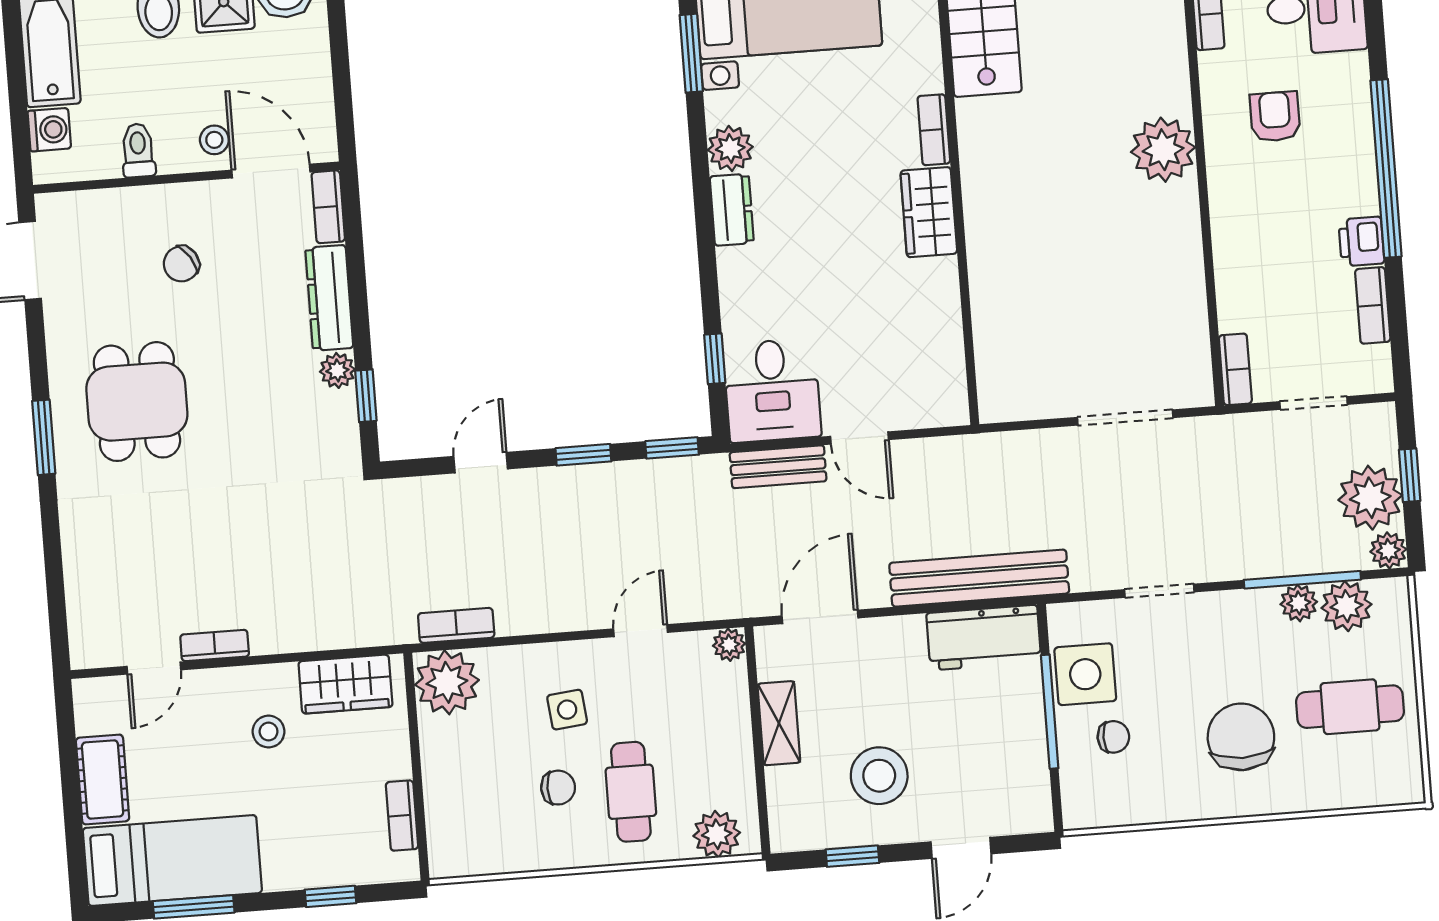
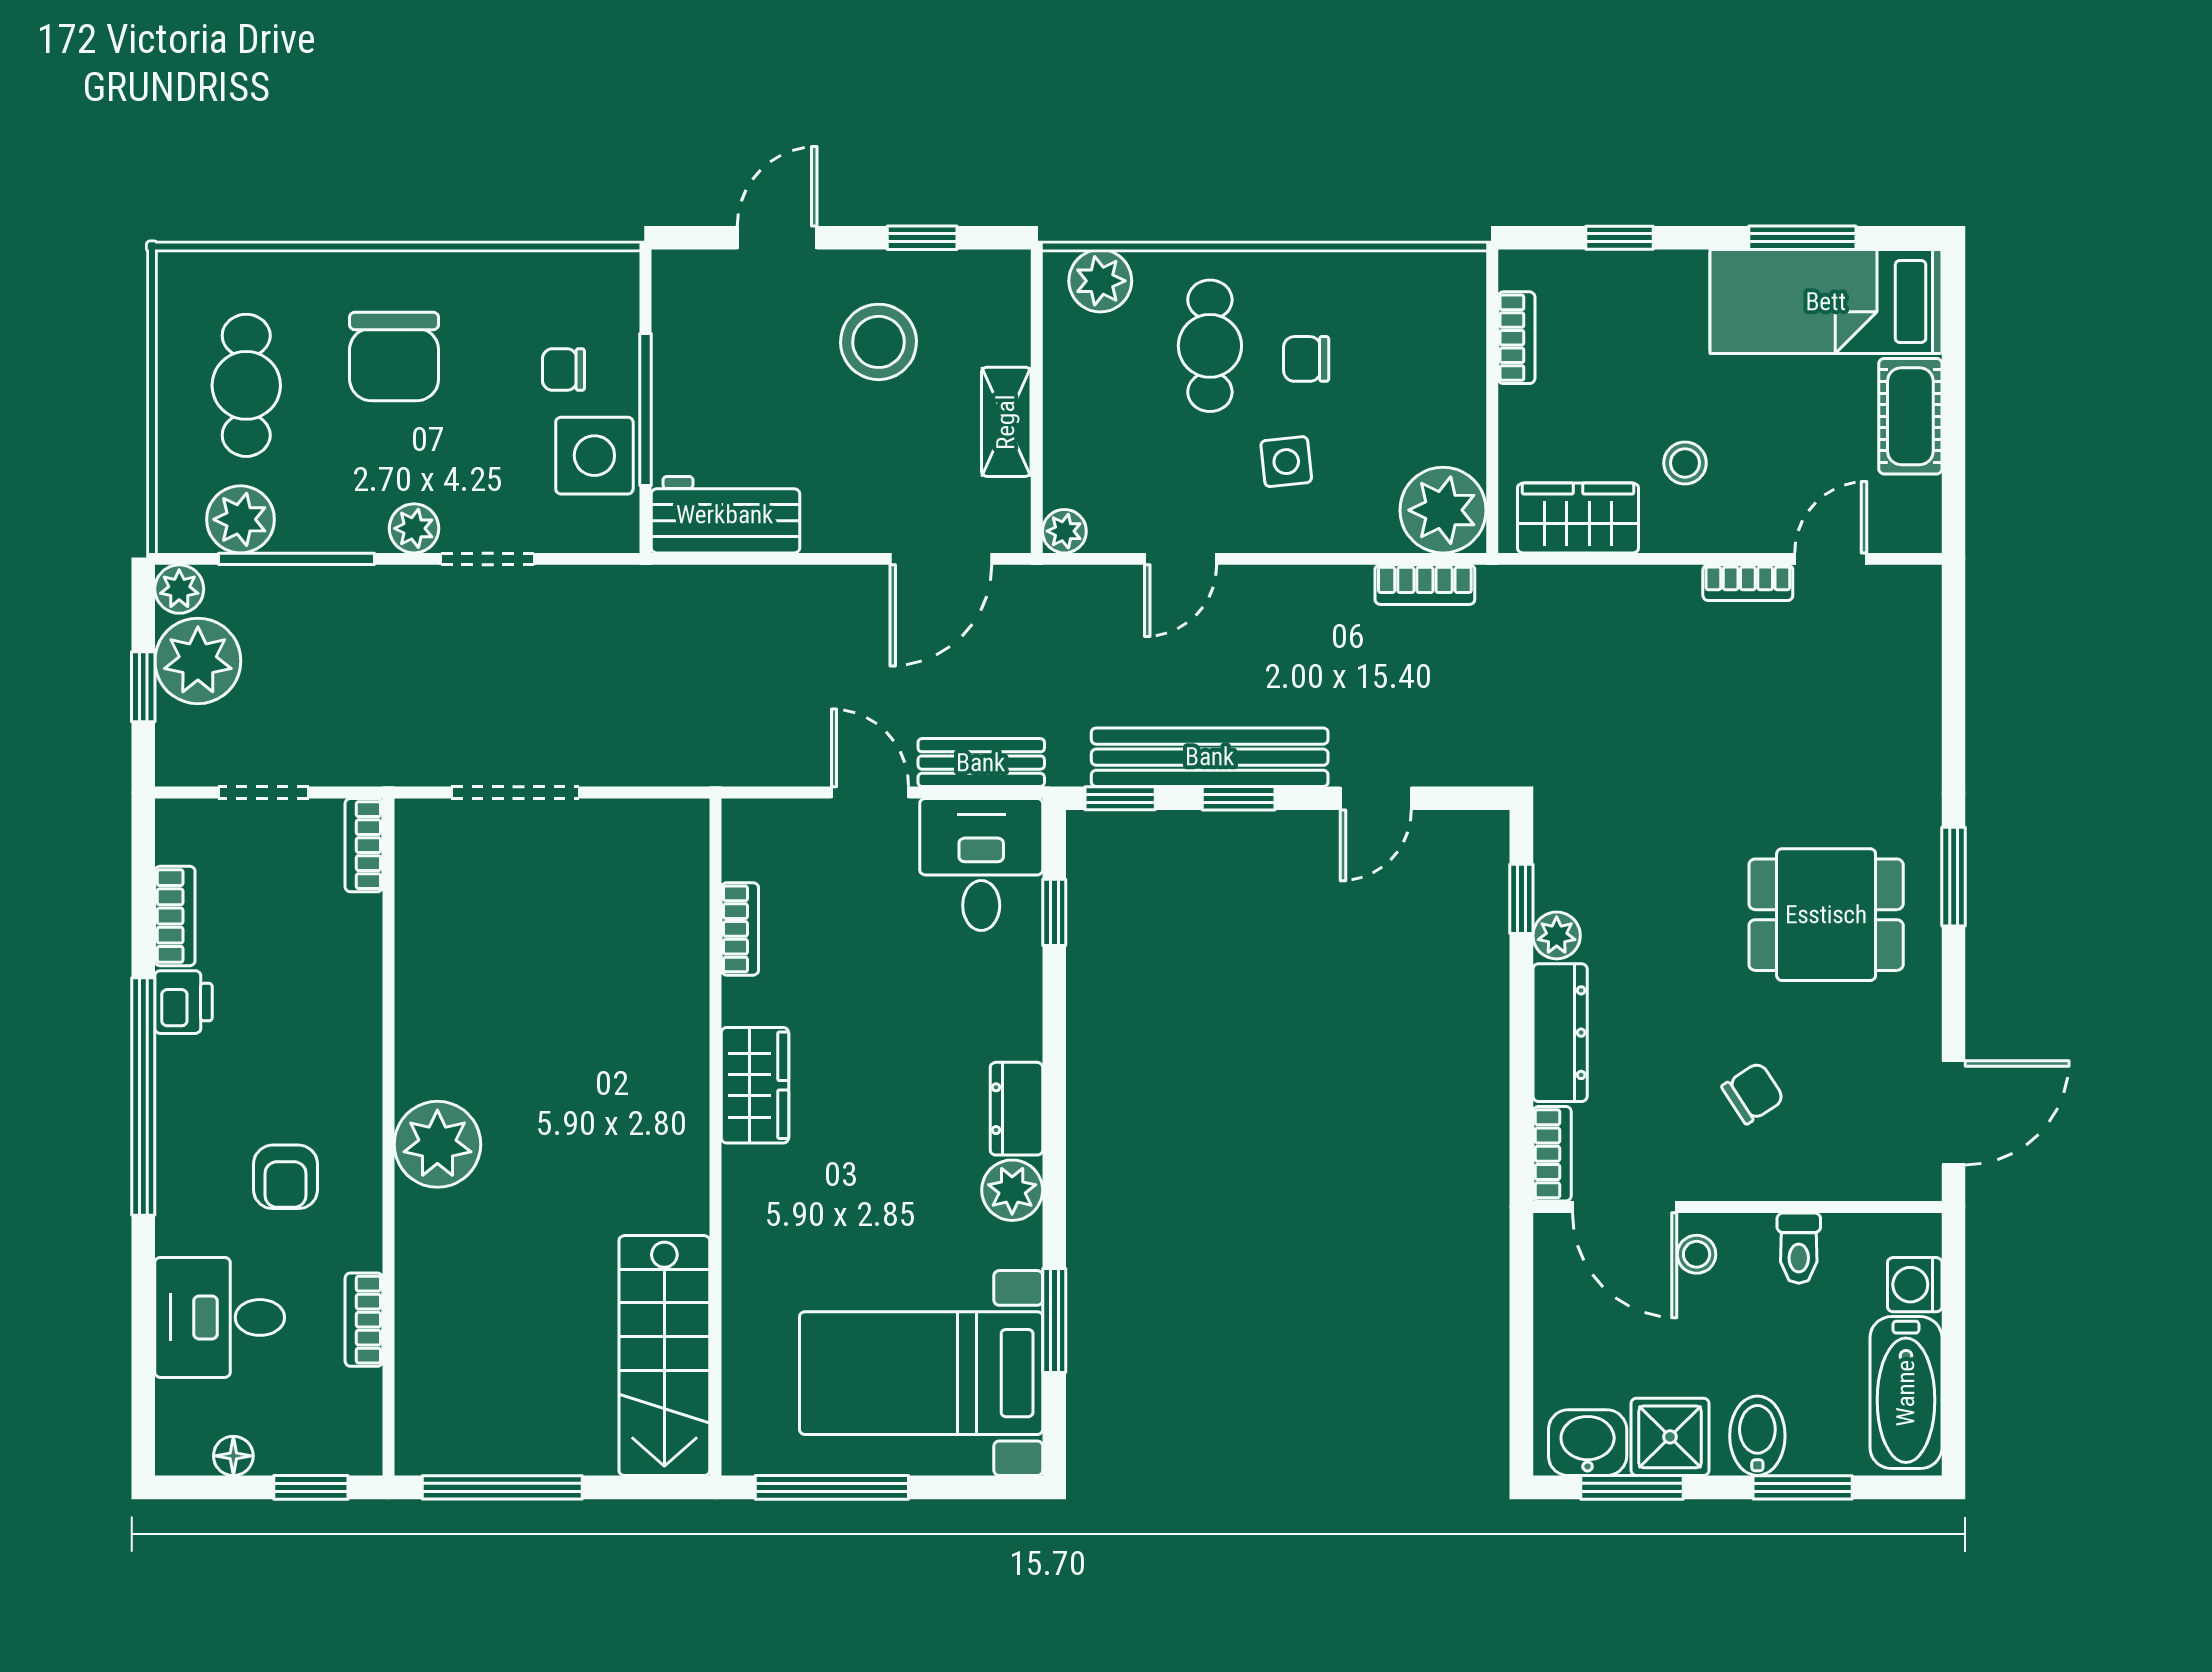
bookcase: (934, 130) -> (740, 929), moved
dining table: (137, 402) -> (1826, 915), turned 90
bench: (979, 578) -> (1210, 757), moved
plant: (1299, 603) -> (414, 528), moved
cafe table: (1350, 707) -> (246, 385), turned 90

